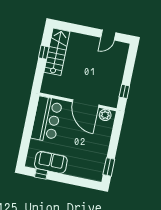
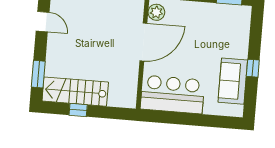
window: (72, 28) -> (38, 74), added
window: (41, 174) -> (253, 68), moved

